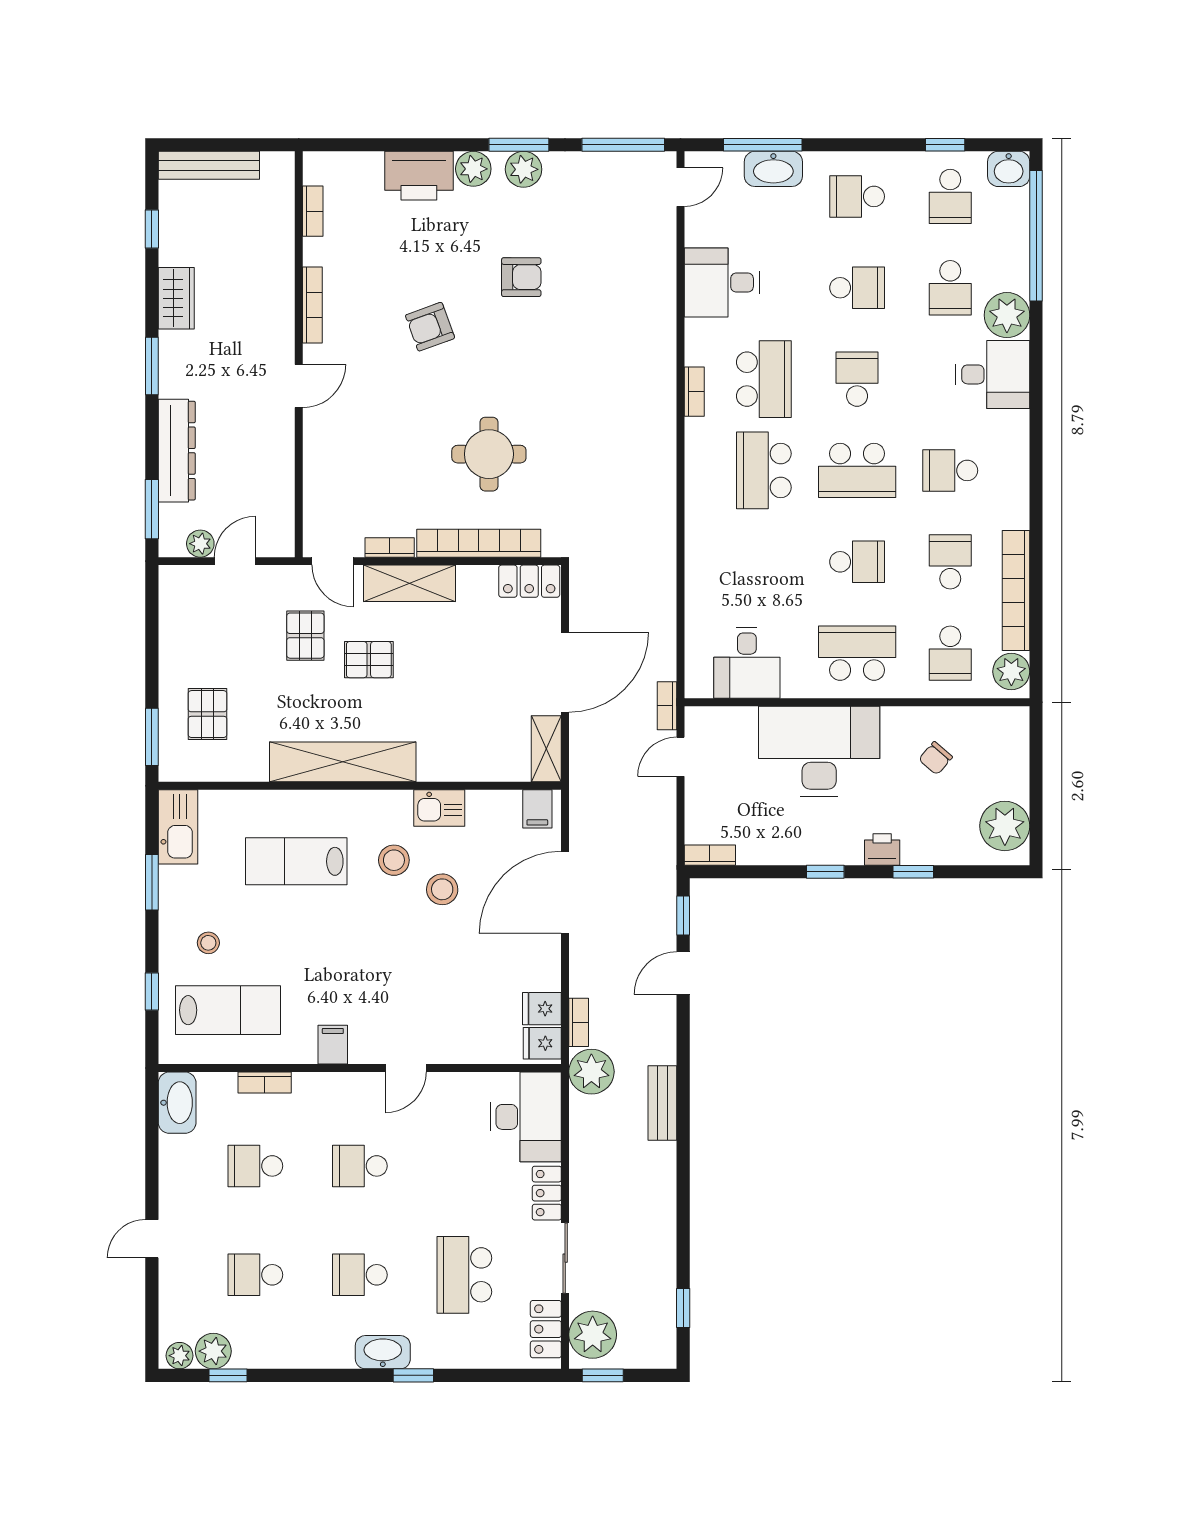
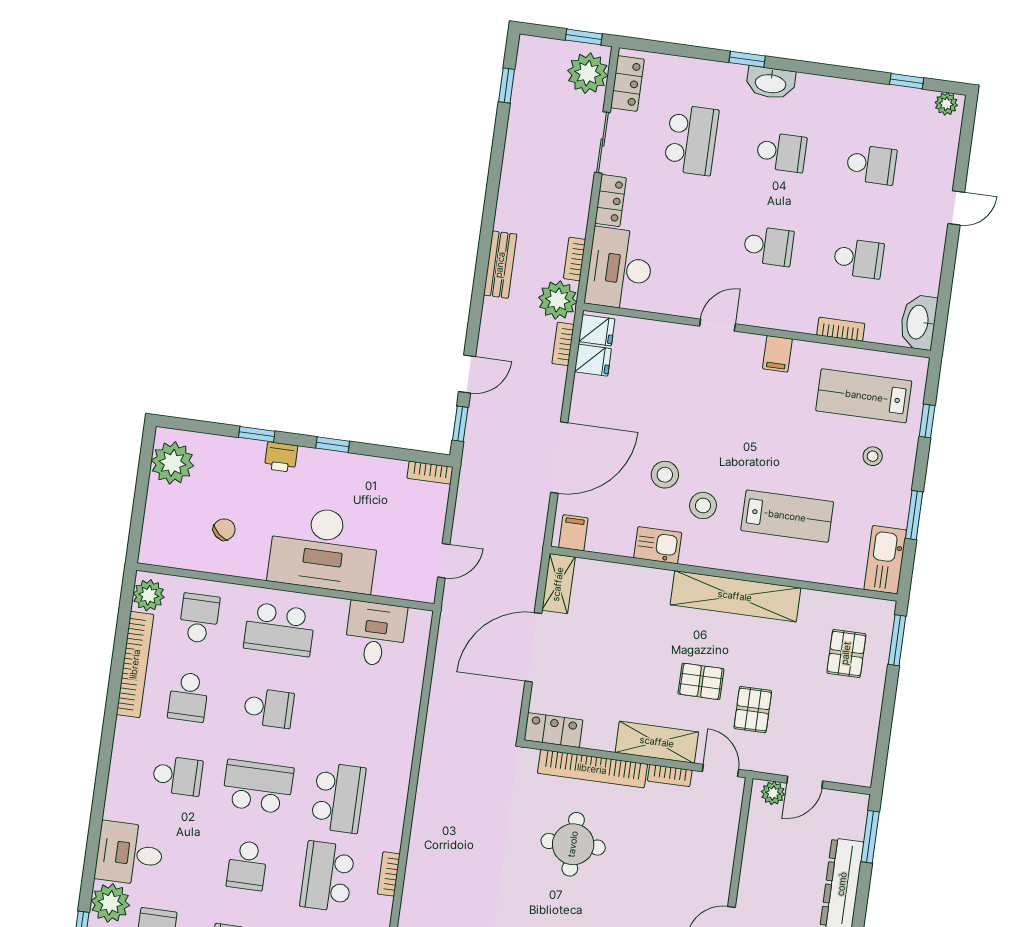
plant: (200, 544) -> (773, 793), moved
school desk: (857, 562) -> (269, 708), turned 180
bookcase: (667, 706) -> (575, 259), moved, turned 180
plant: (213, 1351) -> (917, 104), removed

